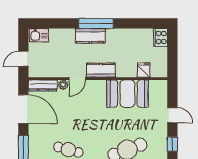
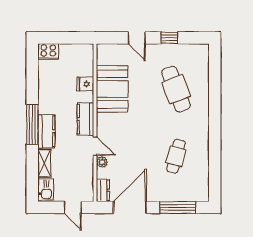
shelving: (62, 34) -> (44, 163), added
fridge: (144, 70) -> (85, 84), moved
dresser: (43, 85) -> (103, 190), width x0.70
door: (172, 115) -> (137, 38), swing flipped

